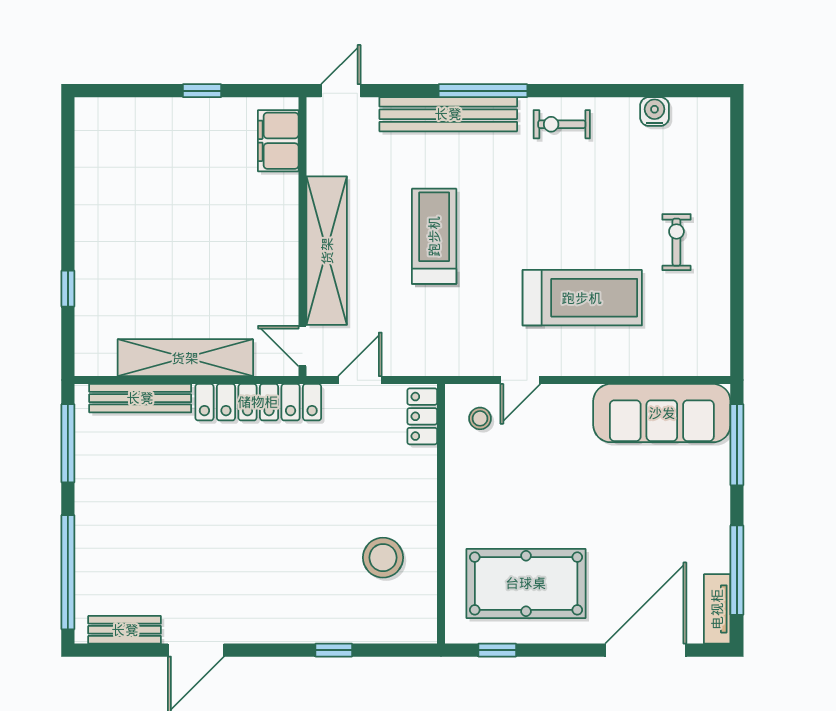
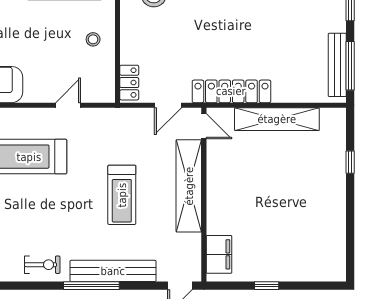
bench: (140, 398) -> (337, 65), moved, turned 90
stool: (480, 418) -> (93, 39), moved

